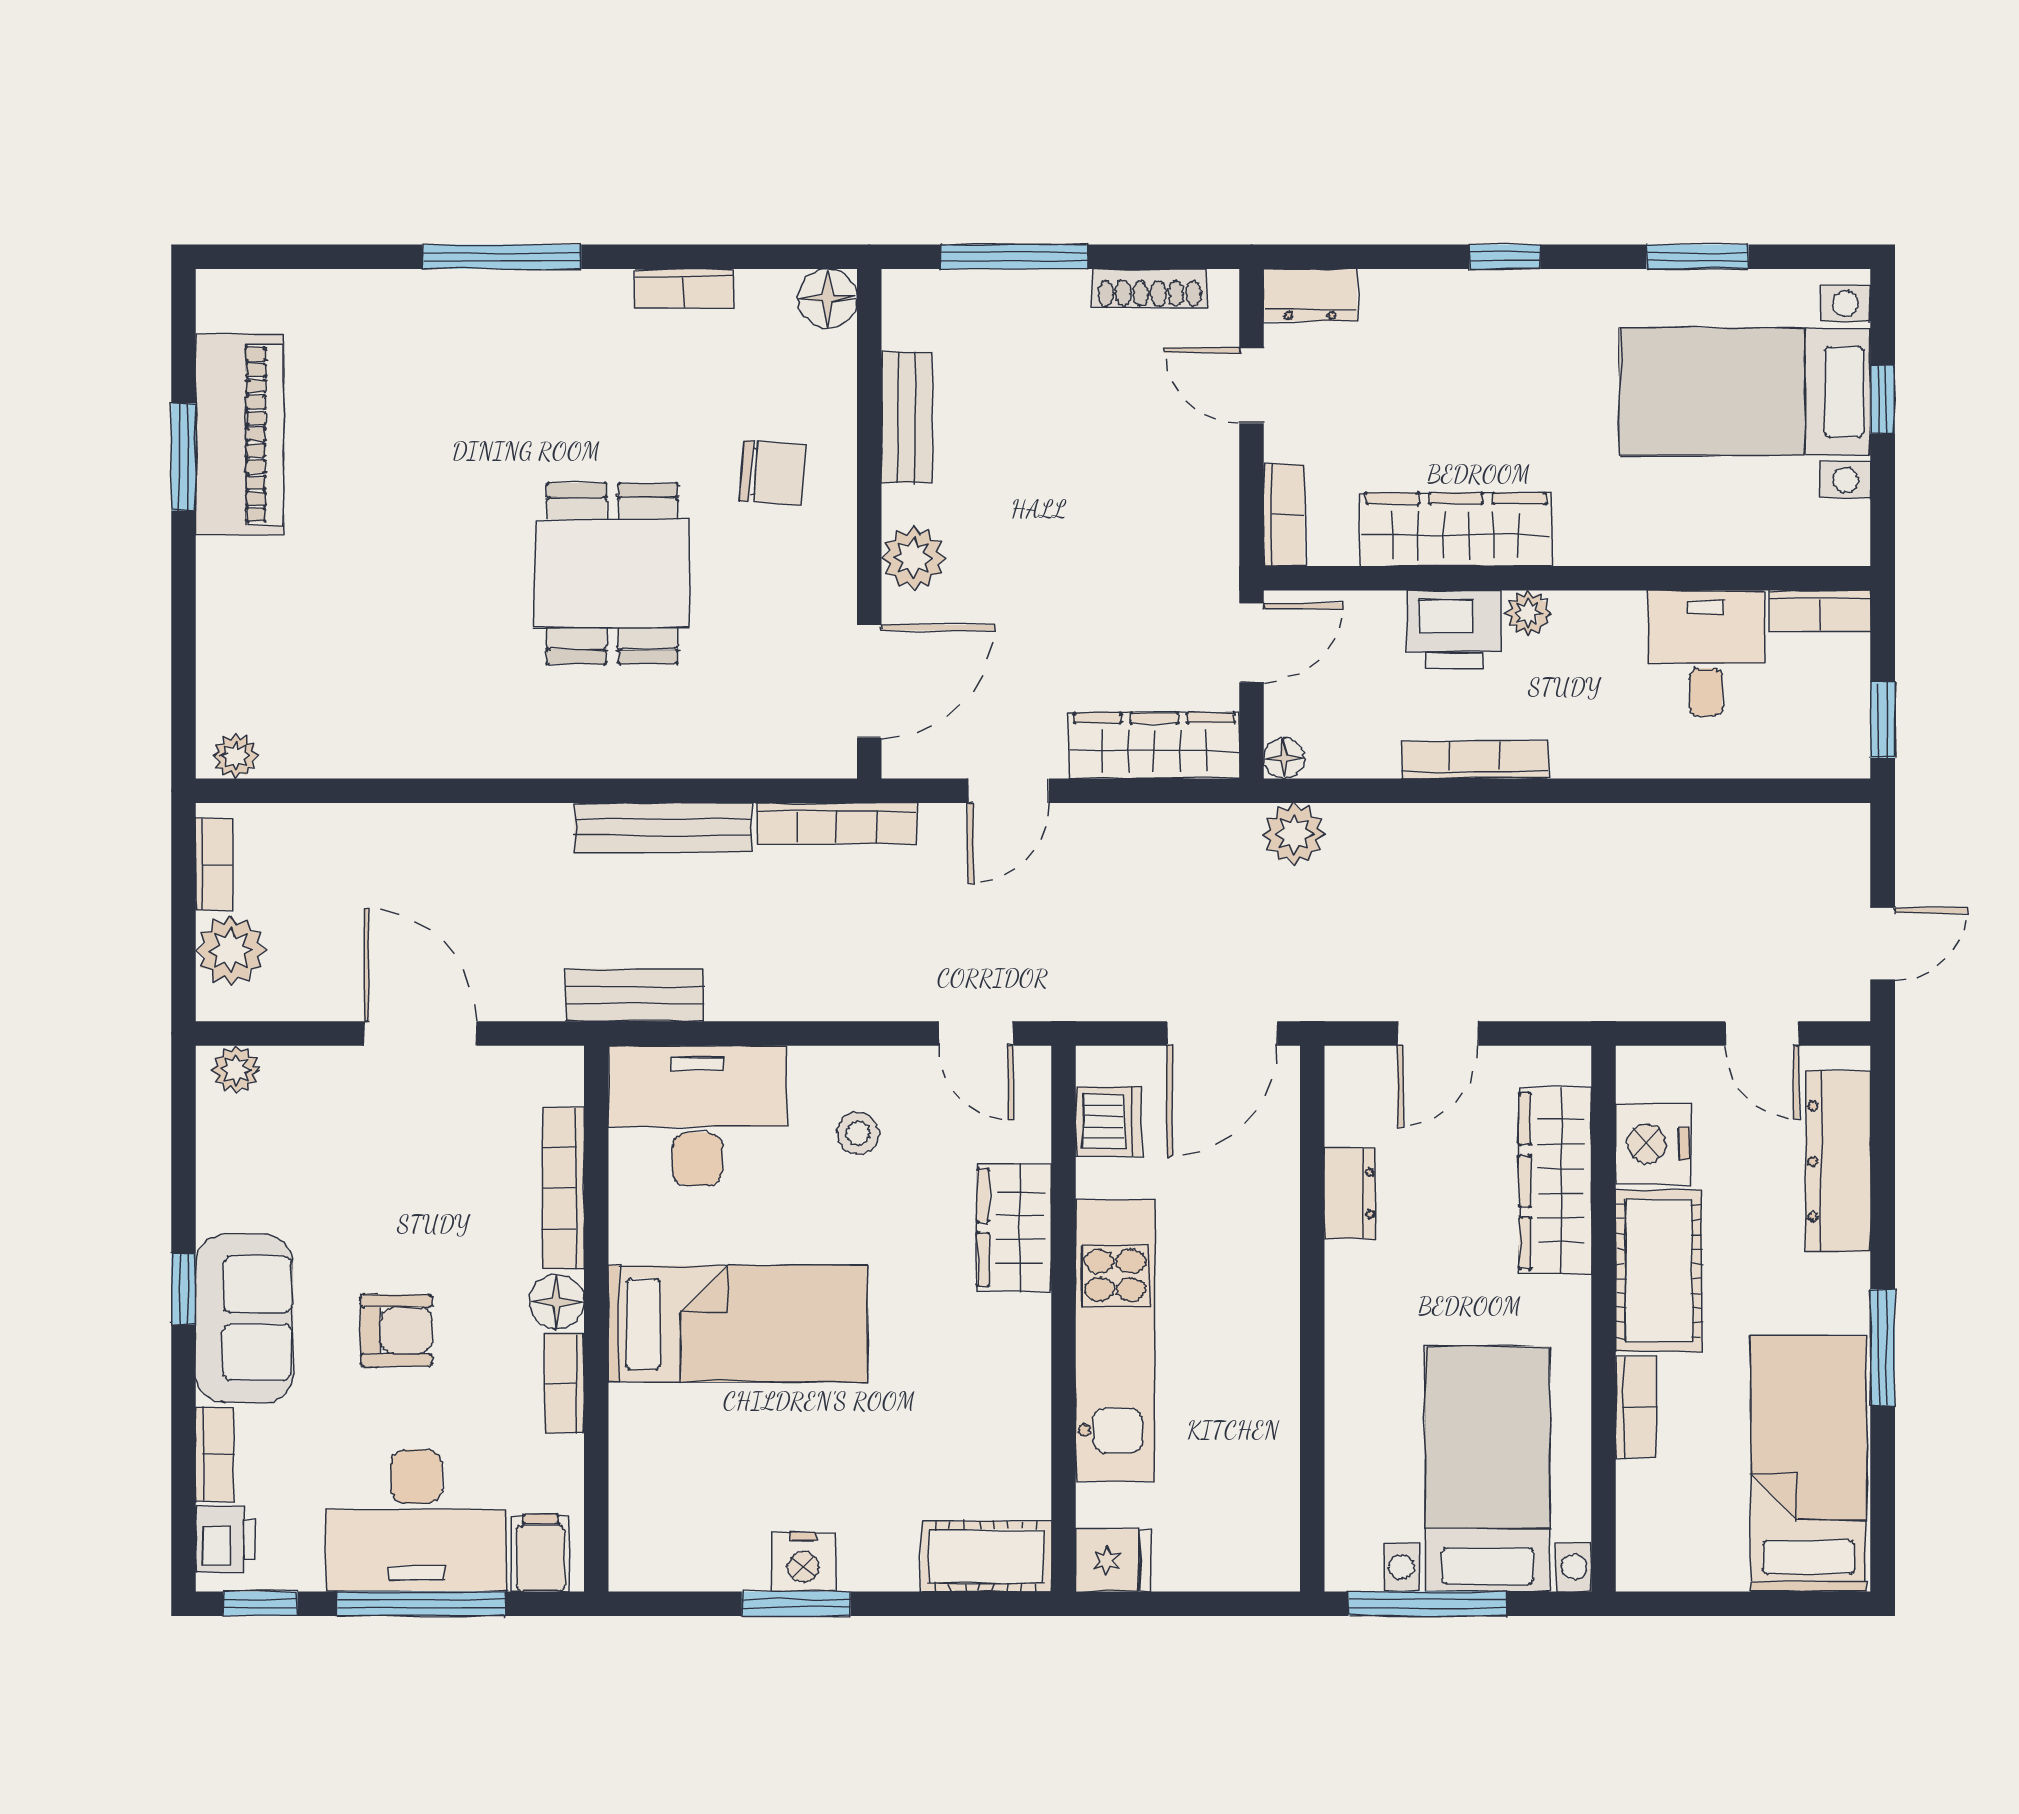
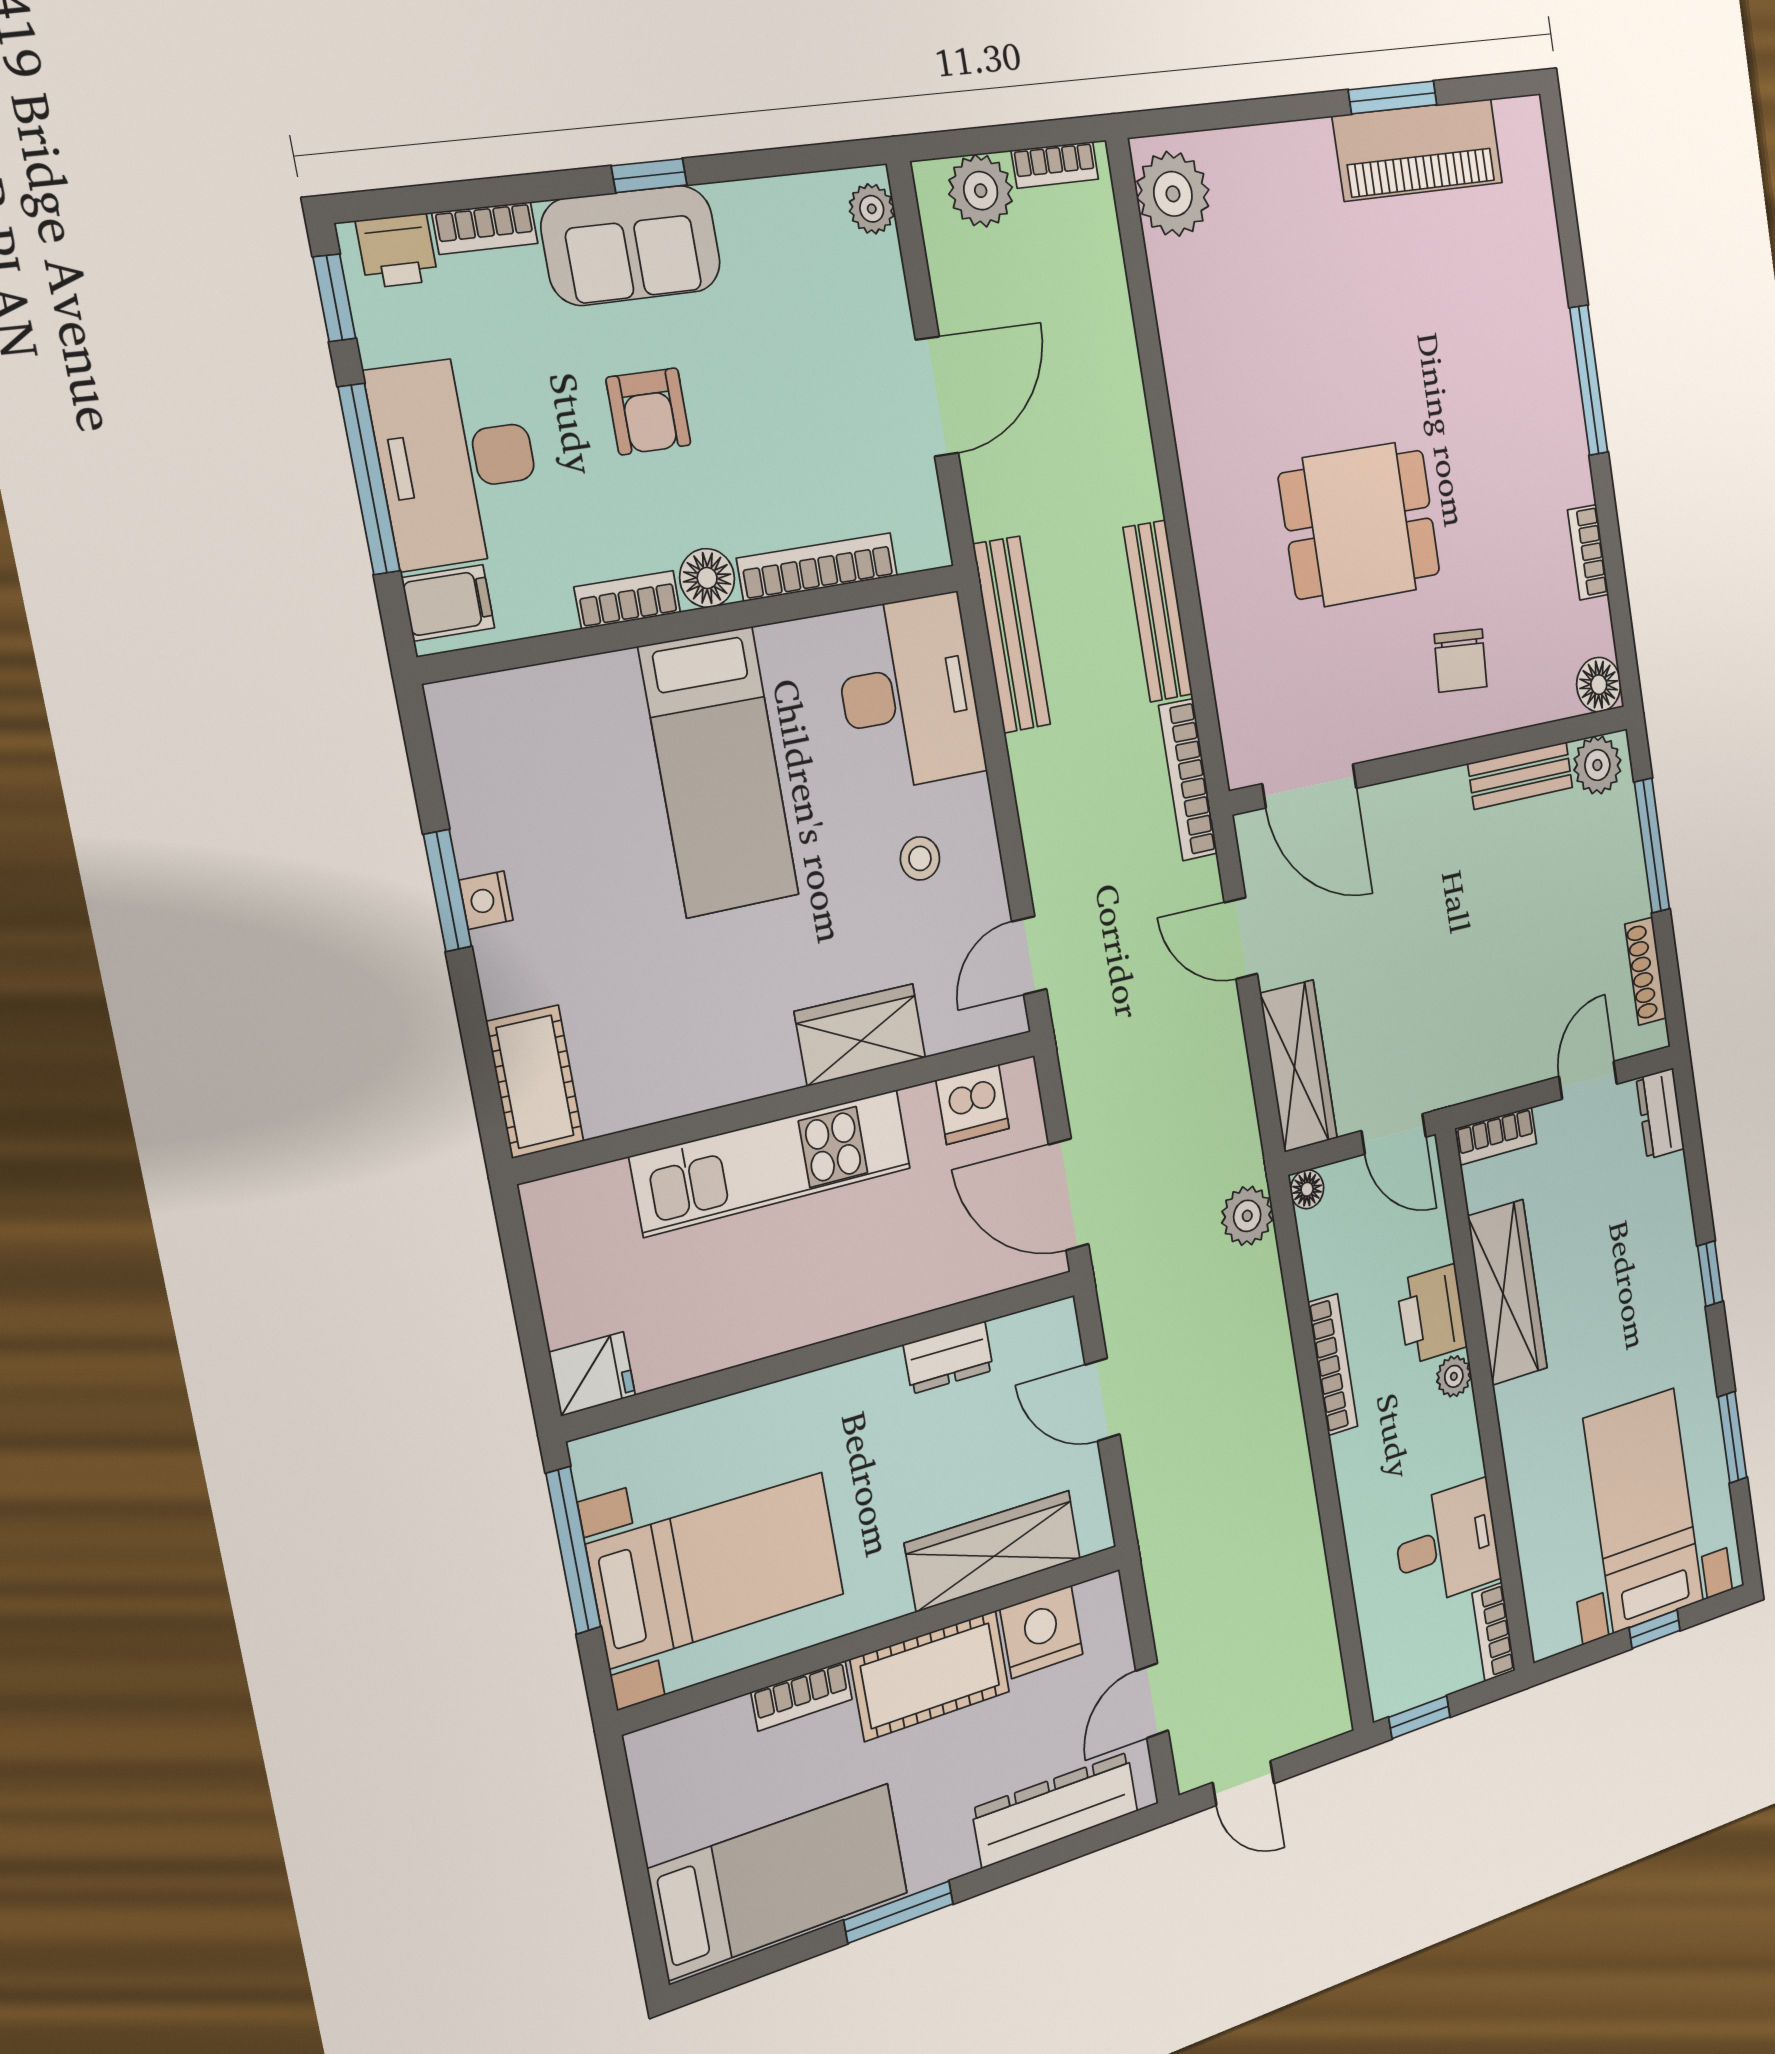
plant: (913, 558) -> (1597, 765), moved
plant: (235, 756) -> (1173, 194), width x1.87, depth x1.87
bench: (635, 995) -> (1012, 635), width x1.36
fridge: (1113, 1560) -> (592, 1374), moved, turned -90
nightstand: (803, 1562) -> (486, 900), width x0.72, depth x0.74

